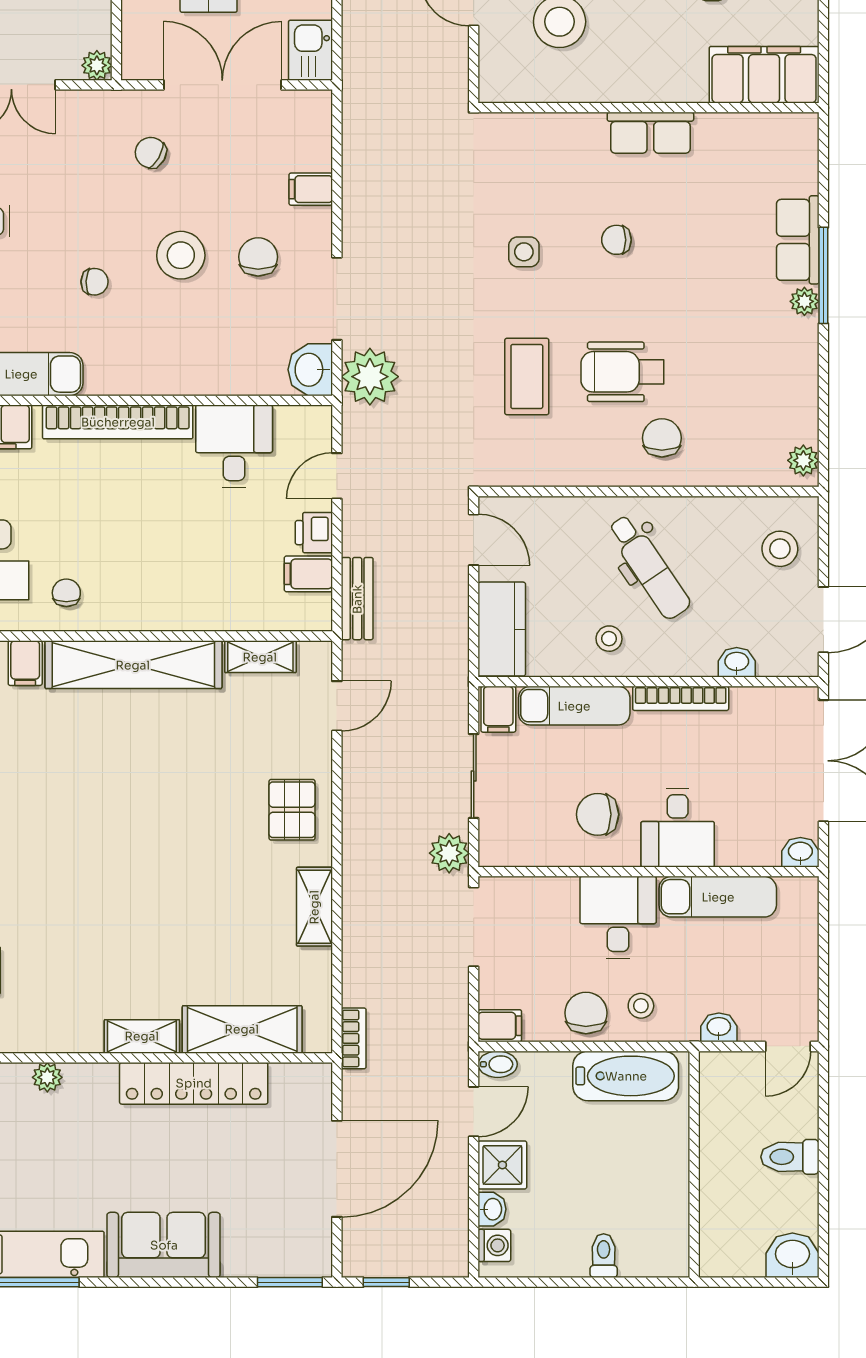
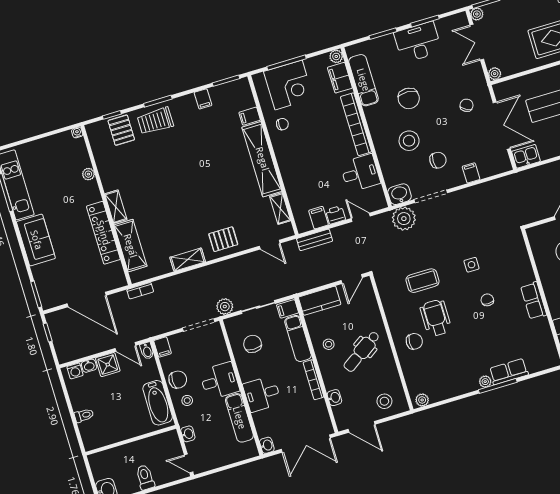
stool: (181, 255) -> (409, 141), moved
chair: (95, 282) -> (409, 98), width x1.87, depth x1.87
chair: (598, 814) -> (253, 344), moved

